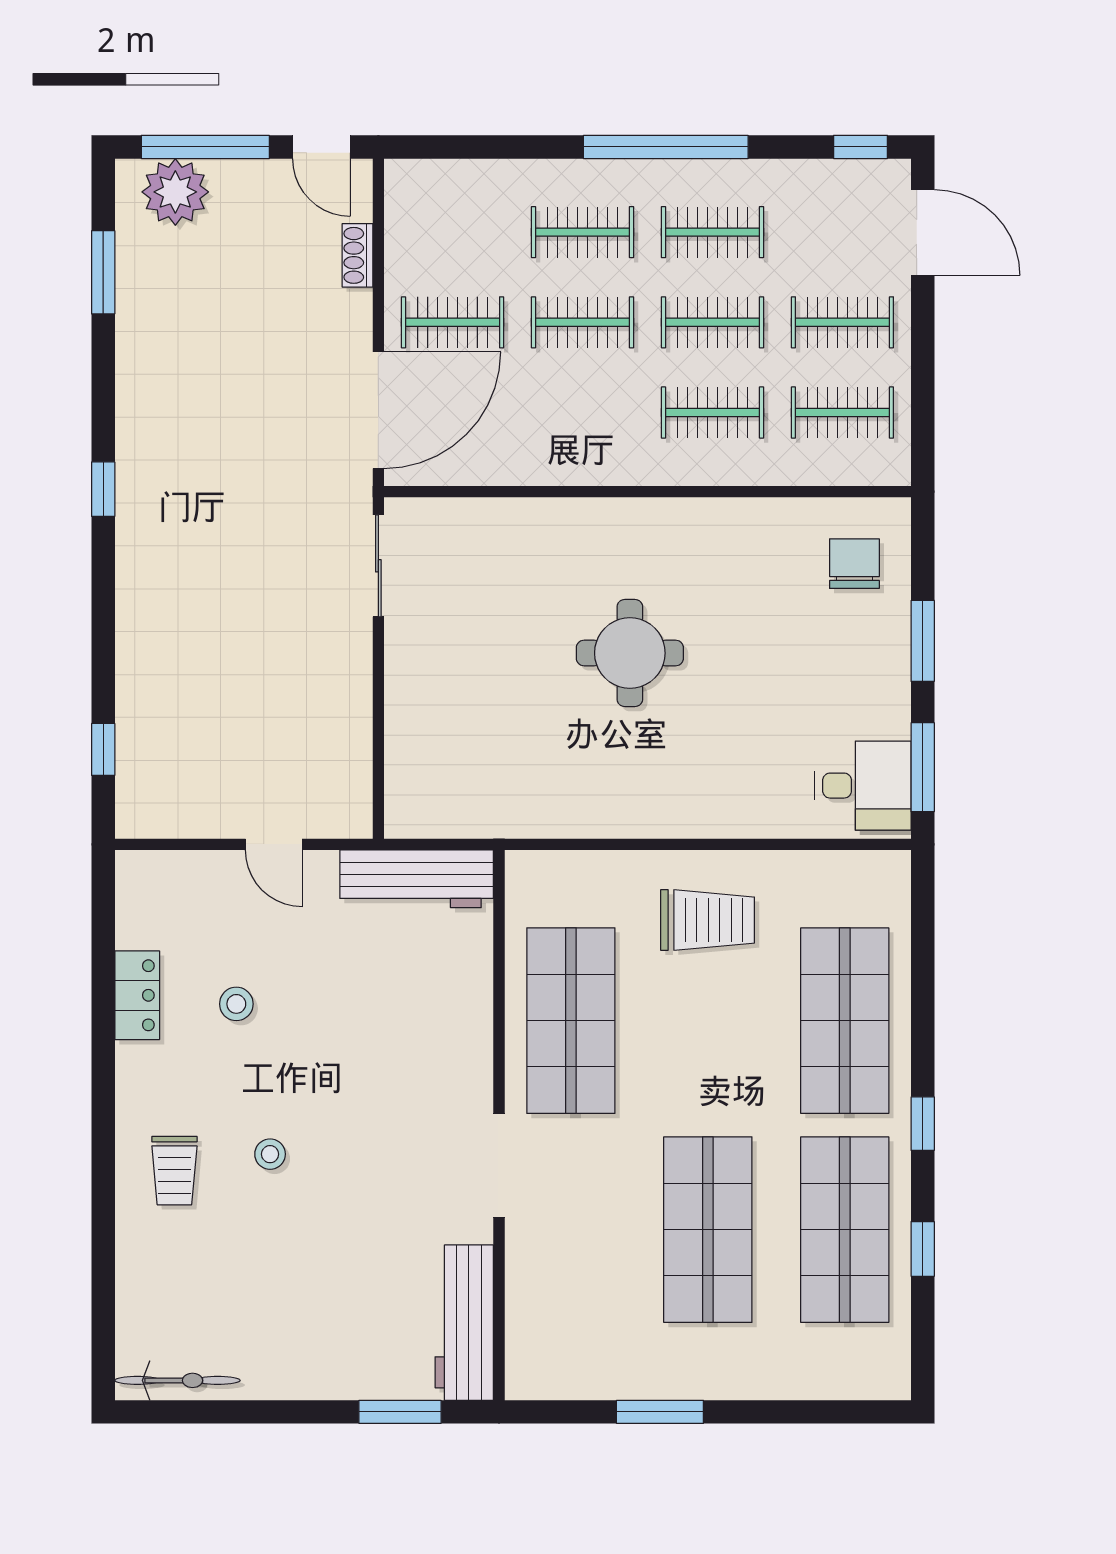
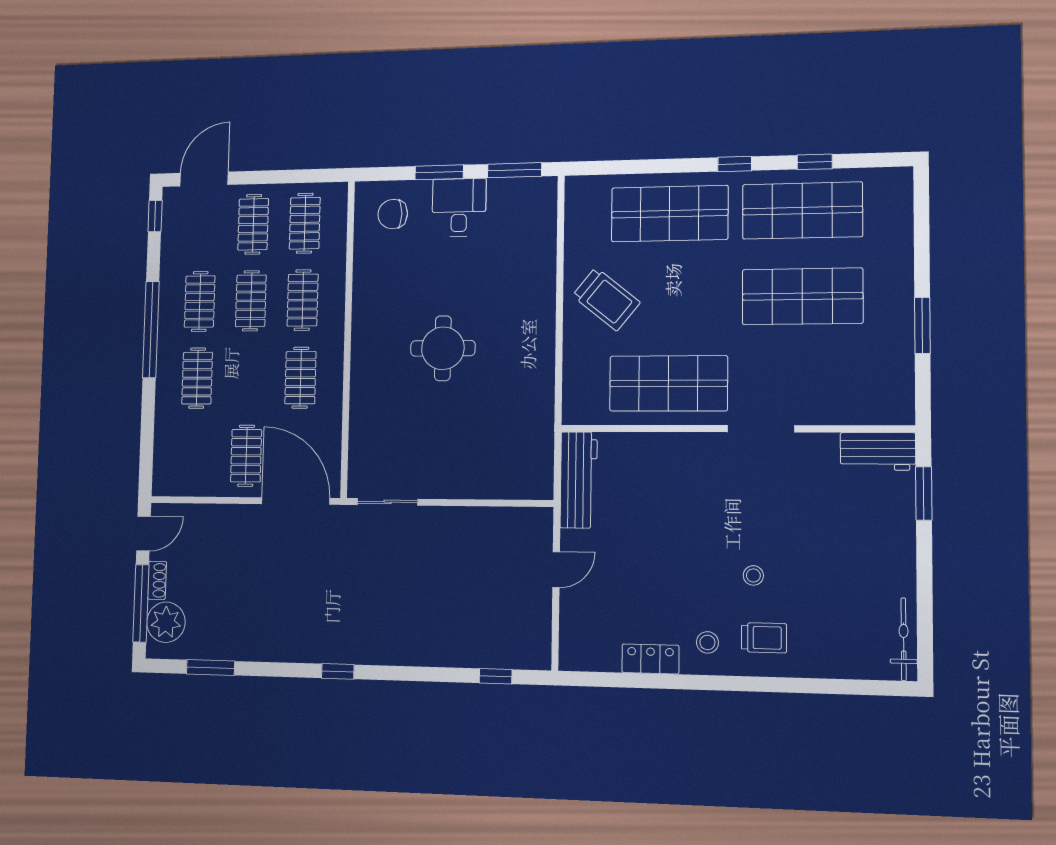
shoe rack: (357, 255) -> (157, 580), moved, turned -90
clothes rail: (583, 322) -> (300, 378), moved
desk: (863, 786) -> (459, 207), moved
trolley: (708, 920) -> (606, 299), turned 129
stool: (236, 1004) -> (707, 642), moved
workbench: (464, 1323) -> (878, 451), width x0.73

